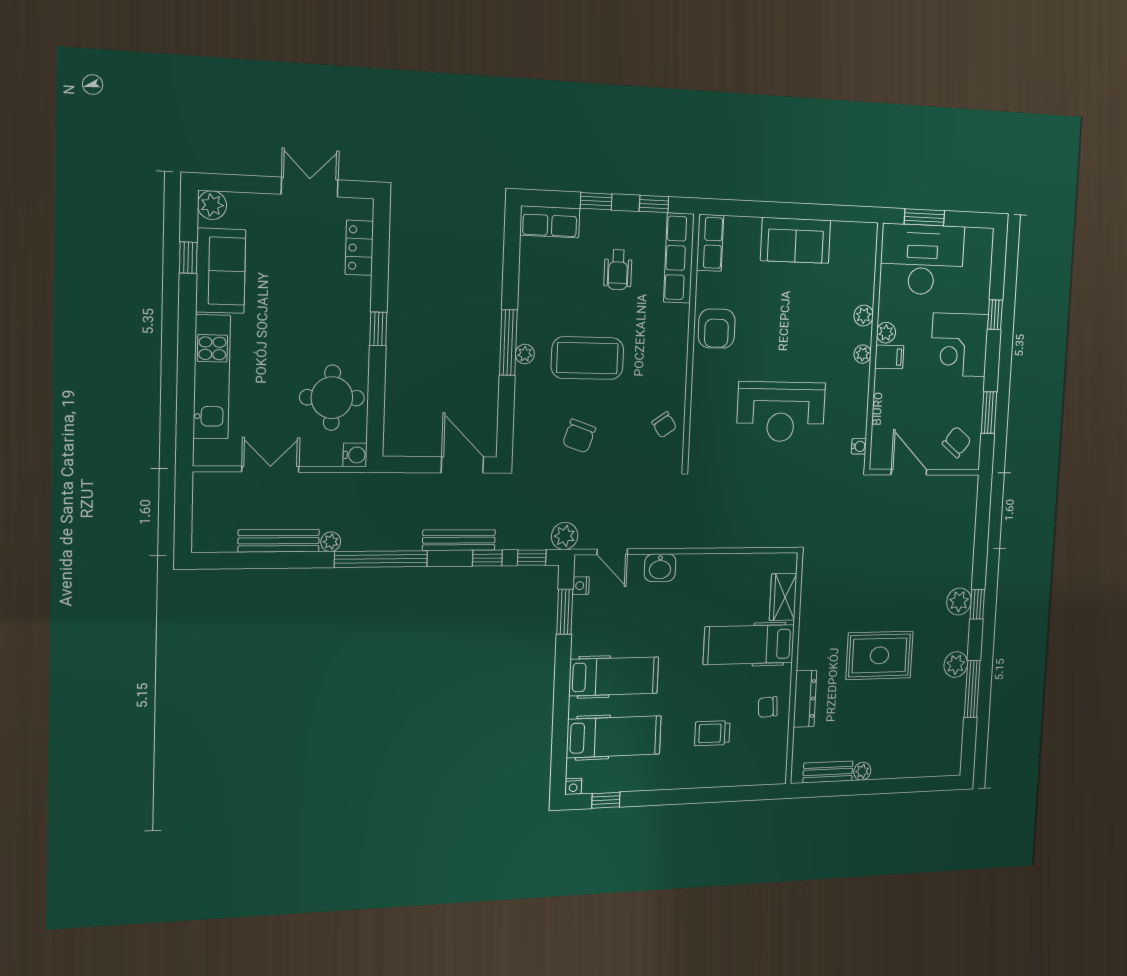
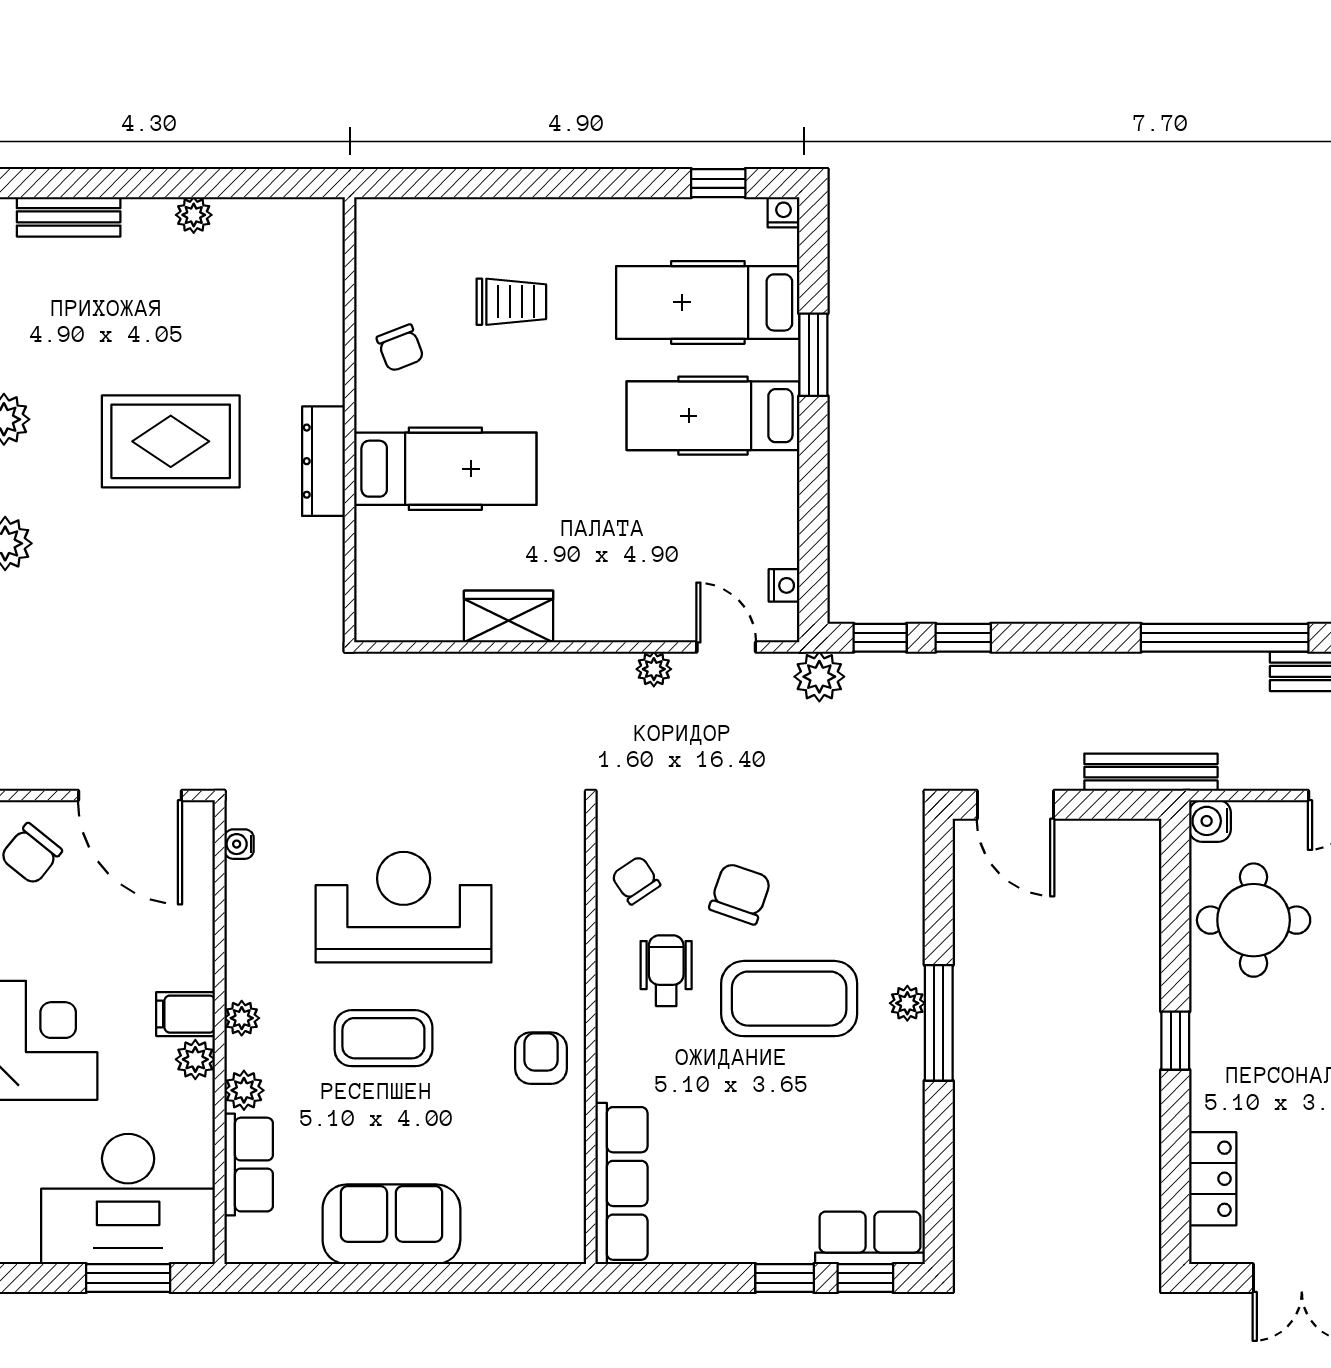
window: (654, 204) -> (865, 1278), moved
row of seats: (710, 243) -> (249, 1165), moved, turned 180
wheelchair: (618, 270) -> (666, 971), moved
armchair: (717, 328) -> (541, 1058), width x0.72, depth x0.72
coffee table: (794, 342) -> (383, 1038), added
chair: (579, 436) -> (740, 894), moved
door: (909, 472) -> (130, 796), width x1.36
bench: (459, 540) -> (1151, 772), moved
plant: (331, 542) -> (654, 669), moved
window: (381, 559) -> (1225, 638), moved
washbasin: (660, 568) -> (631, 617), removed
wardrobe: (783, 597) -> (509, 617), moved, turned -90
window: (565, 612) -> (813, 355), moved
dresser: (805, 699) -> (323, 461), moved
chair: (768, 707) -> (400, 348), turned 73
bench: (828, 772) -> (69, 217), moved

